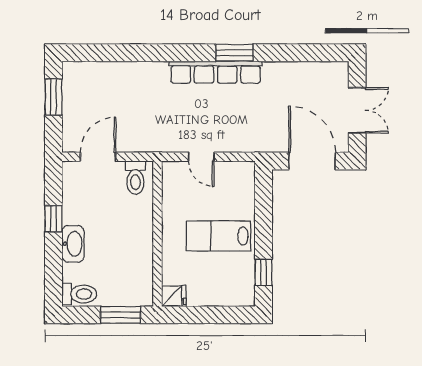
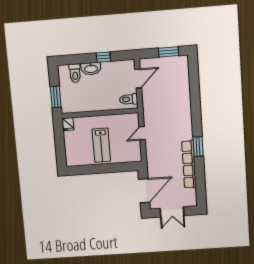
row of seats: (216, 72) -> (189, 164), moved
door: (98, 157) -> (138, 79), hinge flipped
lab bench: (218, 236) -> (101, 145), turned 180
window: (264, 272) -> (84, 170), removed
toilet: (79, 294) -> (75, 73), moved

